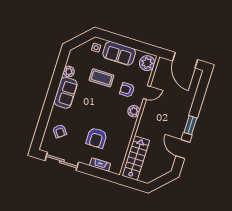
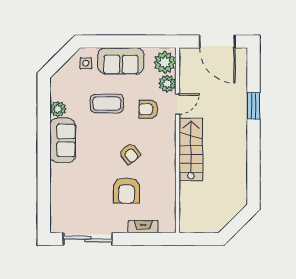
plant: (134, 111) -> (167, 83), moved
window: (190, 125) -> (253, 106), moved
armchair: (60, 131) -> (130, 154), moved
door: (183, 149) -> (253, 168), removed
stairs: (136, 158) -> (191, 149), moved

